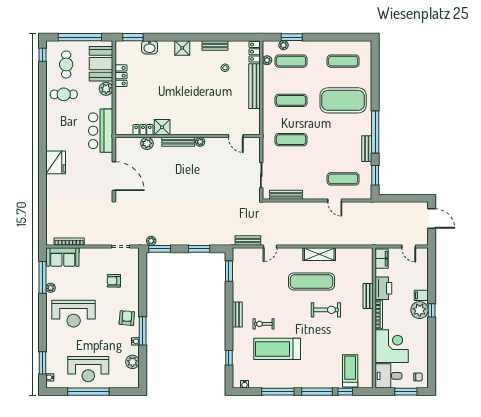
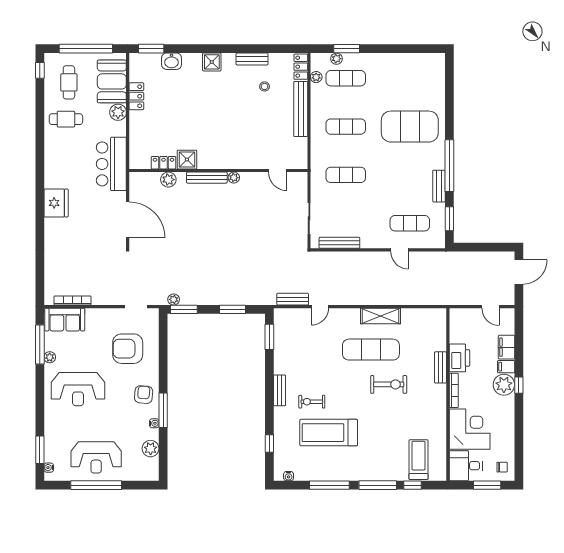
exercise mat: (343, 61) -> (410, 78), removed
door: (432, 218) -> (519, 272), hinge flipped
filing cabinet: (382, 259) -> (506, 347), moved, turned 180
armchair: (114, 281) -> (128, 349), width x1.88, depth x1.88

